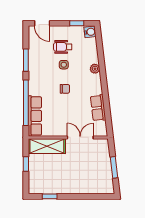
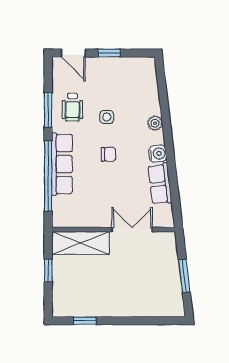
window: (77, 23) -> (109, 53), moved
water cooler: (90, 32) -> (158, 154), moved
wheelchair: (63, 47) -> (72, 107), moved, turned -90
row of seats: (35, 116) -> (62, 164), moved

